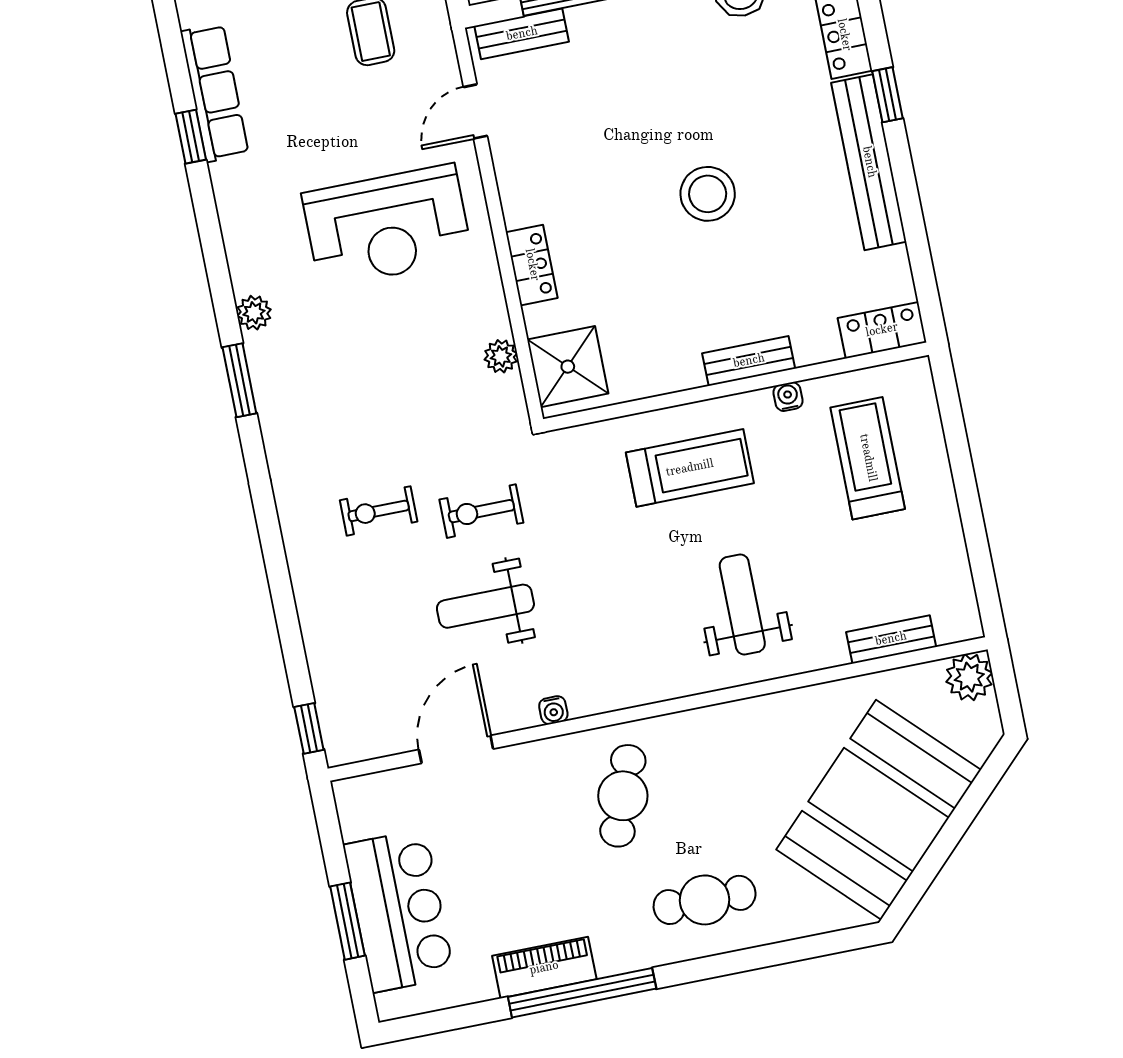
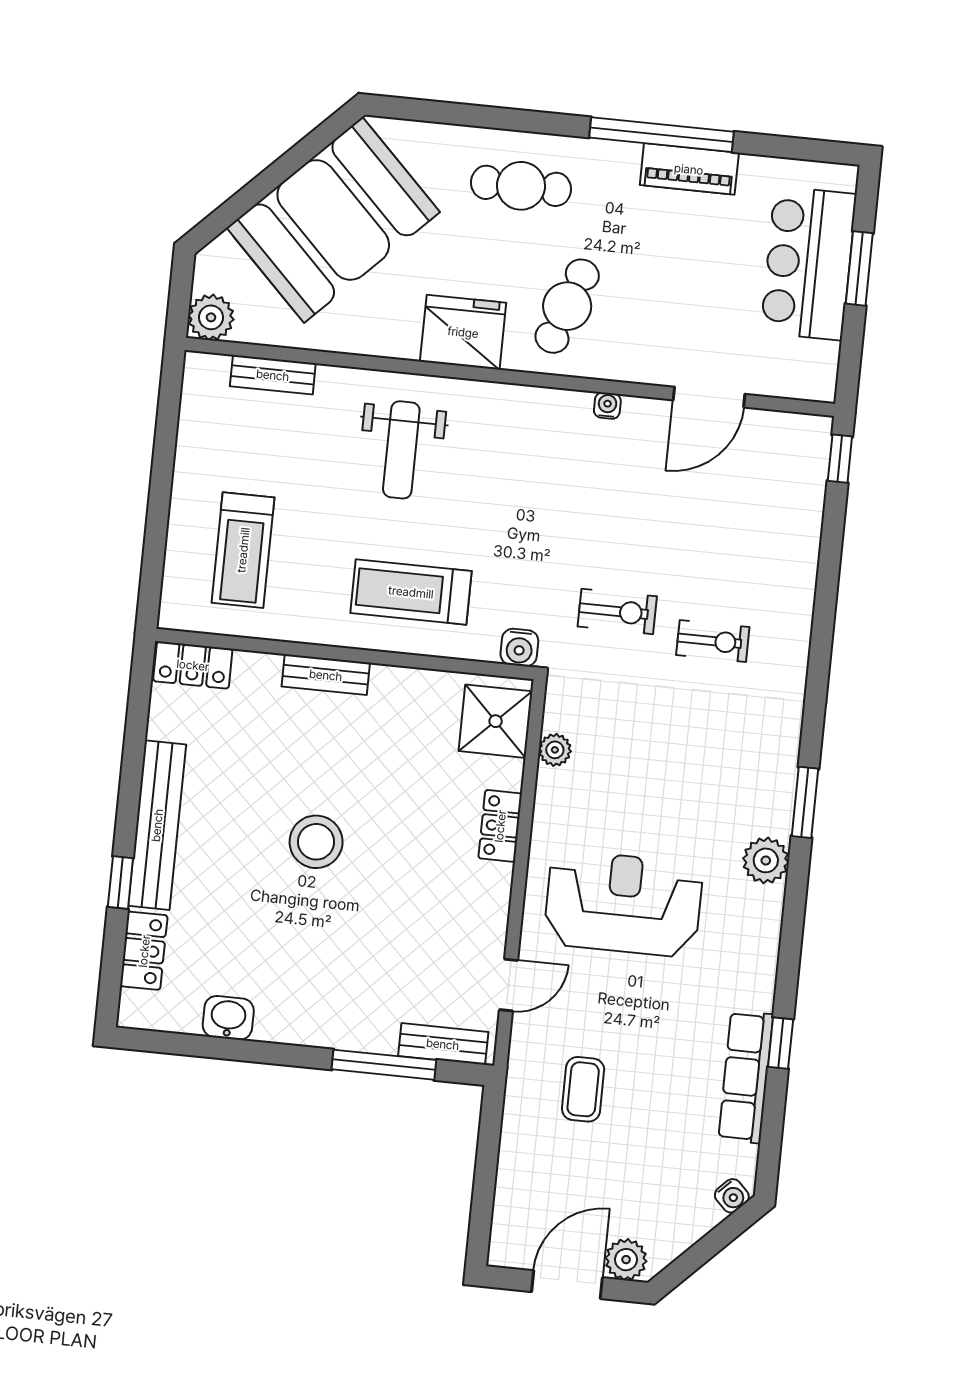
plant: (254, 313) -> (766, 860), width x1.38, depth x1.38
water cooler: (788, 397) -> (519, 648), moved, width x1.38, depth x1.38
weight bench: (485, 606) -> (641, 522), removed
fridge: (717, 739) -> (463, 332), added

